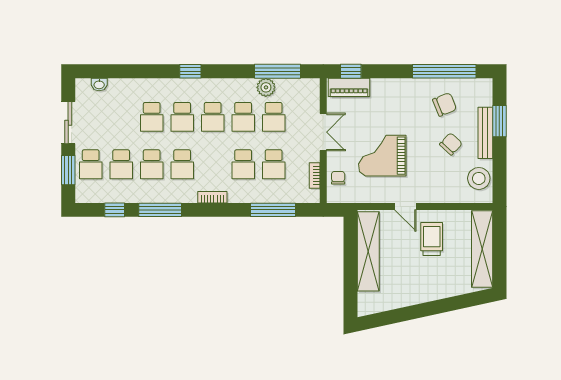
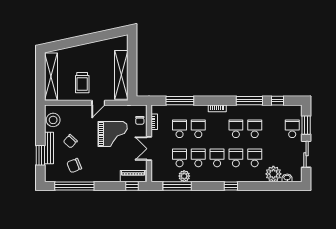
plant: (121, 91) -> (273, 174), added
school desk: (121, 164) -> (273, 129), removed
door: (405, 206) -> (98, 103), swing flipped

